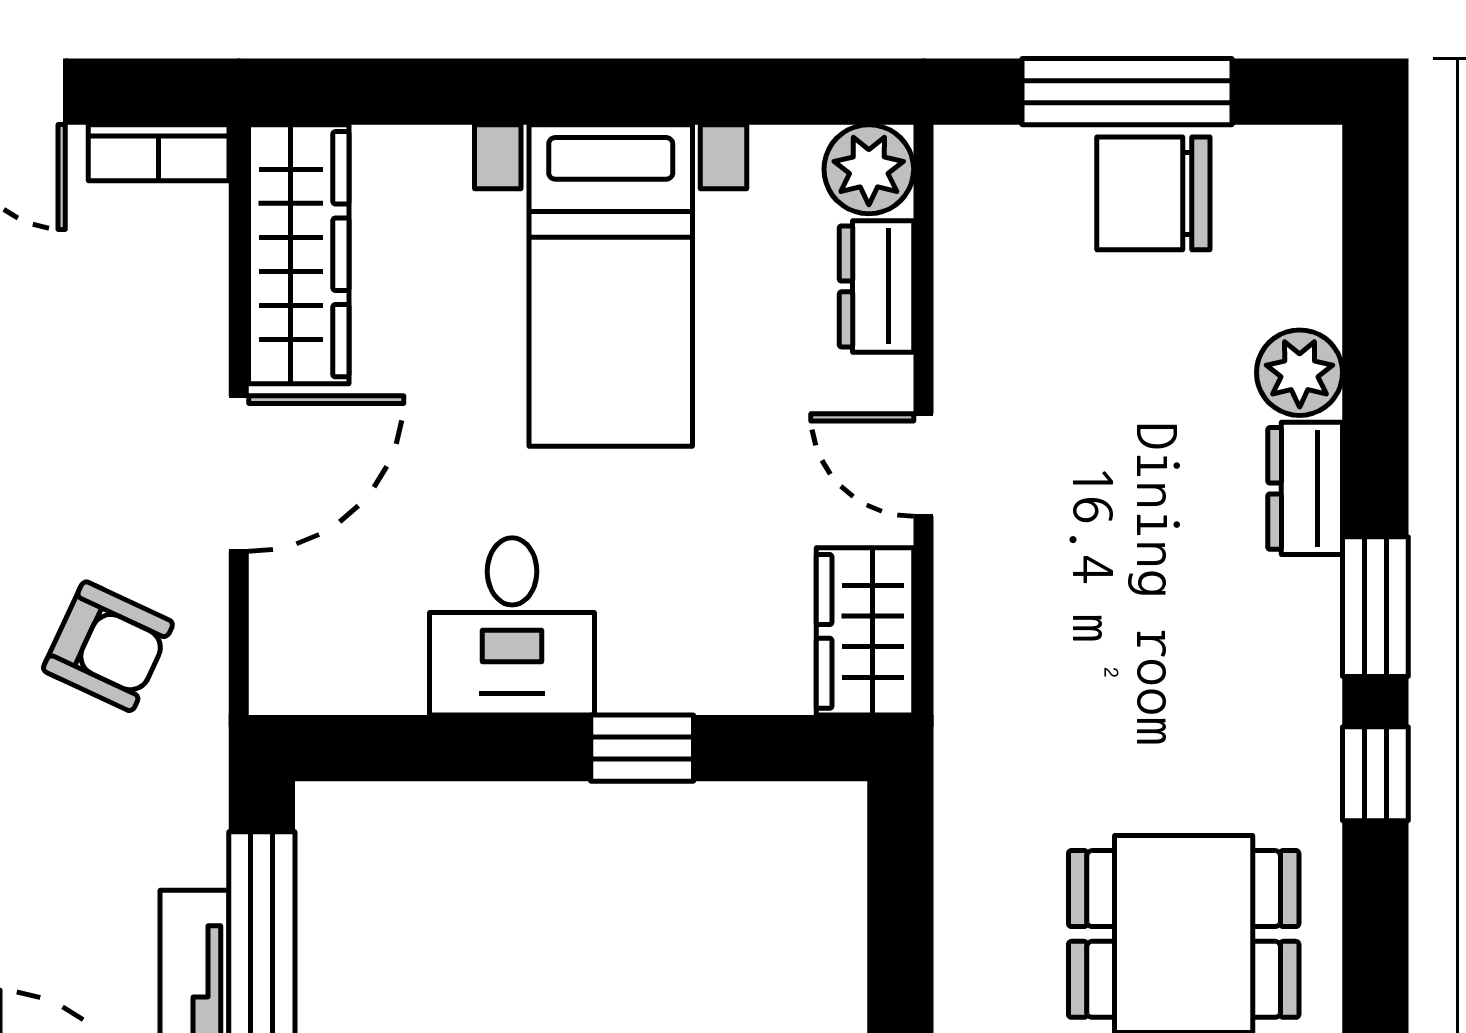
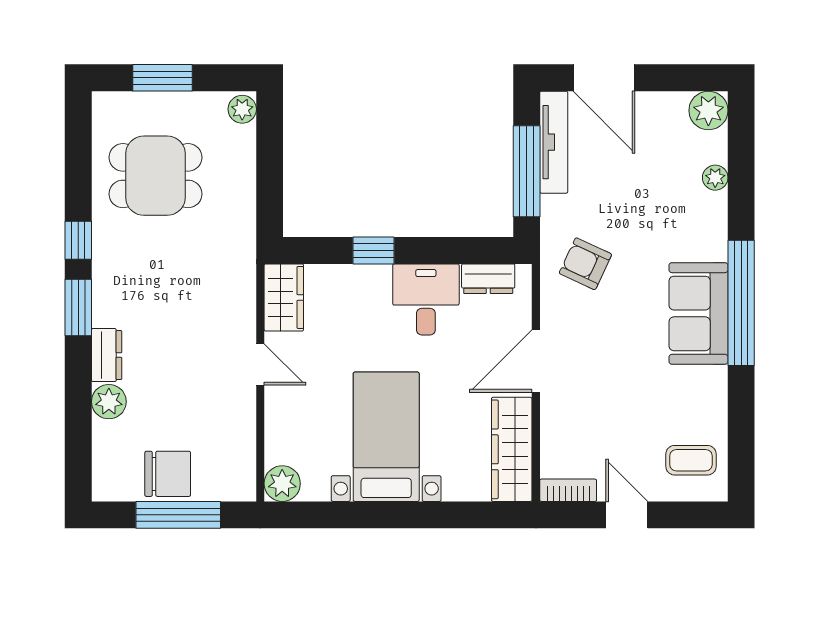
dresser: (876, 286) -> (488, 279), moved, turned 90
armchair: (108, 646) -> (585, 264), moved

